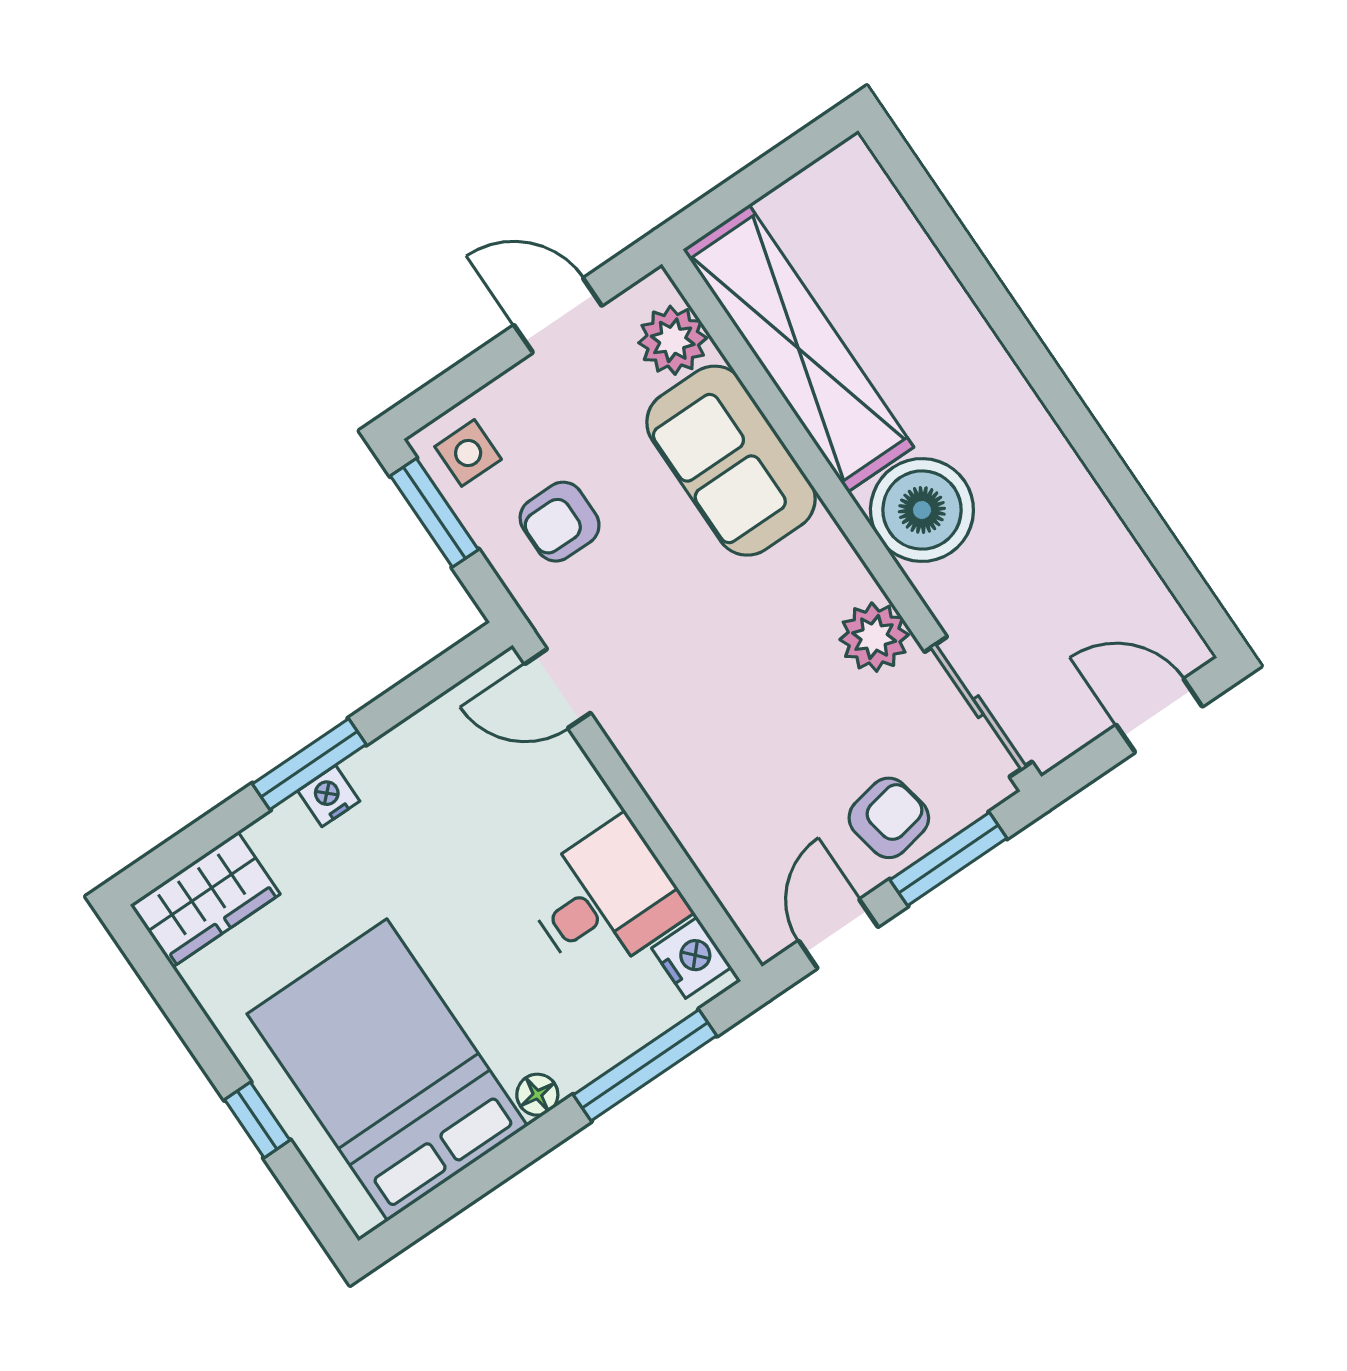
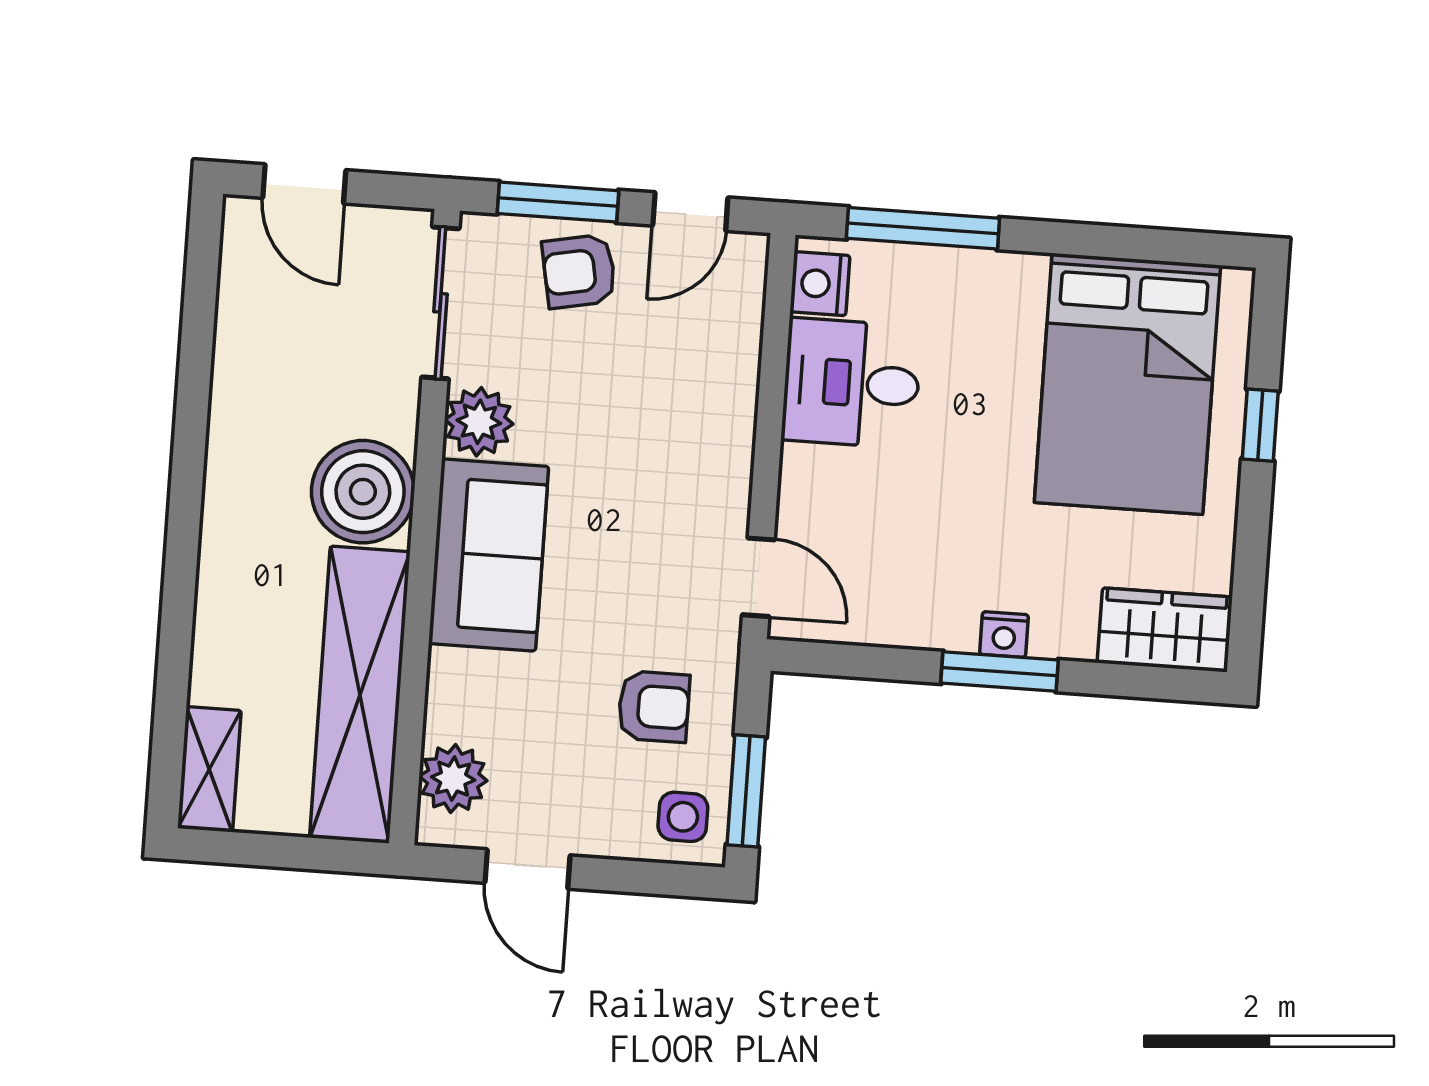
shelving: (870, 196) -> (209, 769), added
sofa: (731, 461) -> (489, 555), moved
floor lamp: (537, 1095) -> (1025, 272), removed

